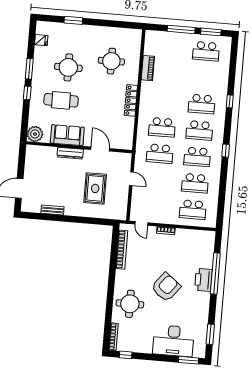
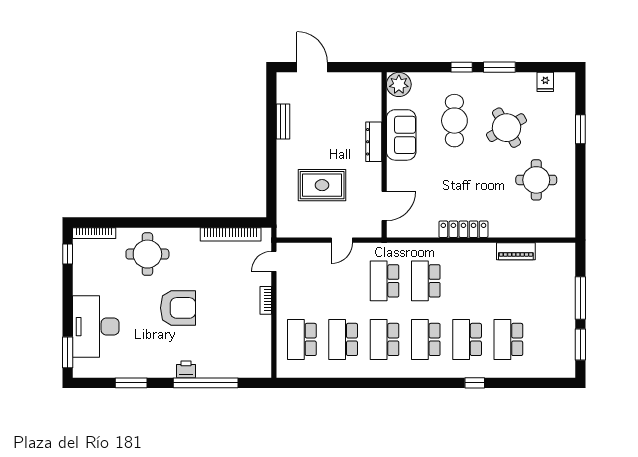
school desk: (206, 51) -> (508, 339), moved
round table: (111, 61) -> (536, 180), moved
round table: (68, 67) -> (507, 128), turned -30
door: (100, 149) -> (384, 206), moved
window: (226, 151) -> (398, 383), removed
printer: (203, 280) -> (186, 369), width x0.53, depth x0.68
armchair: (166, 287) -> (178, 308), turned -38
window: (210, 334) -> (131, 383), moved

